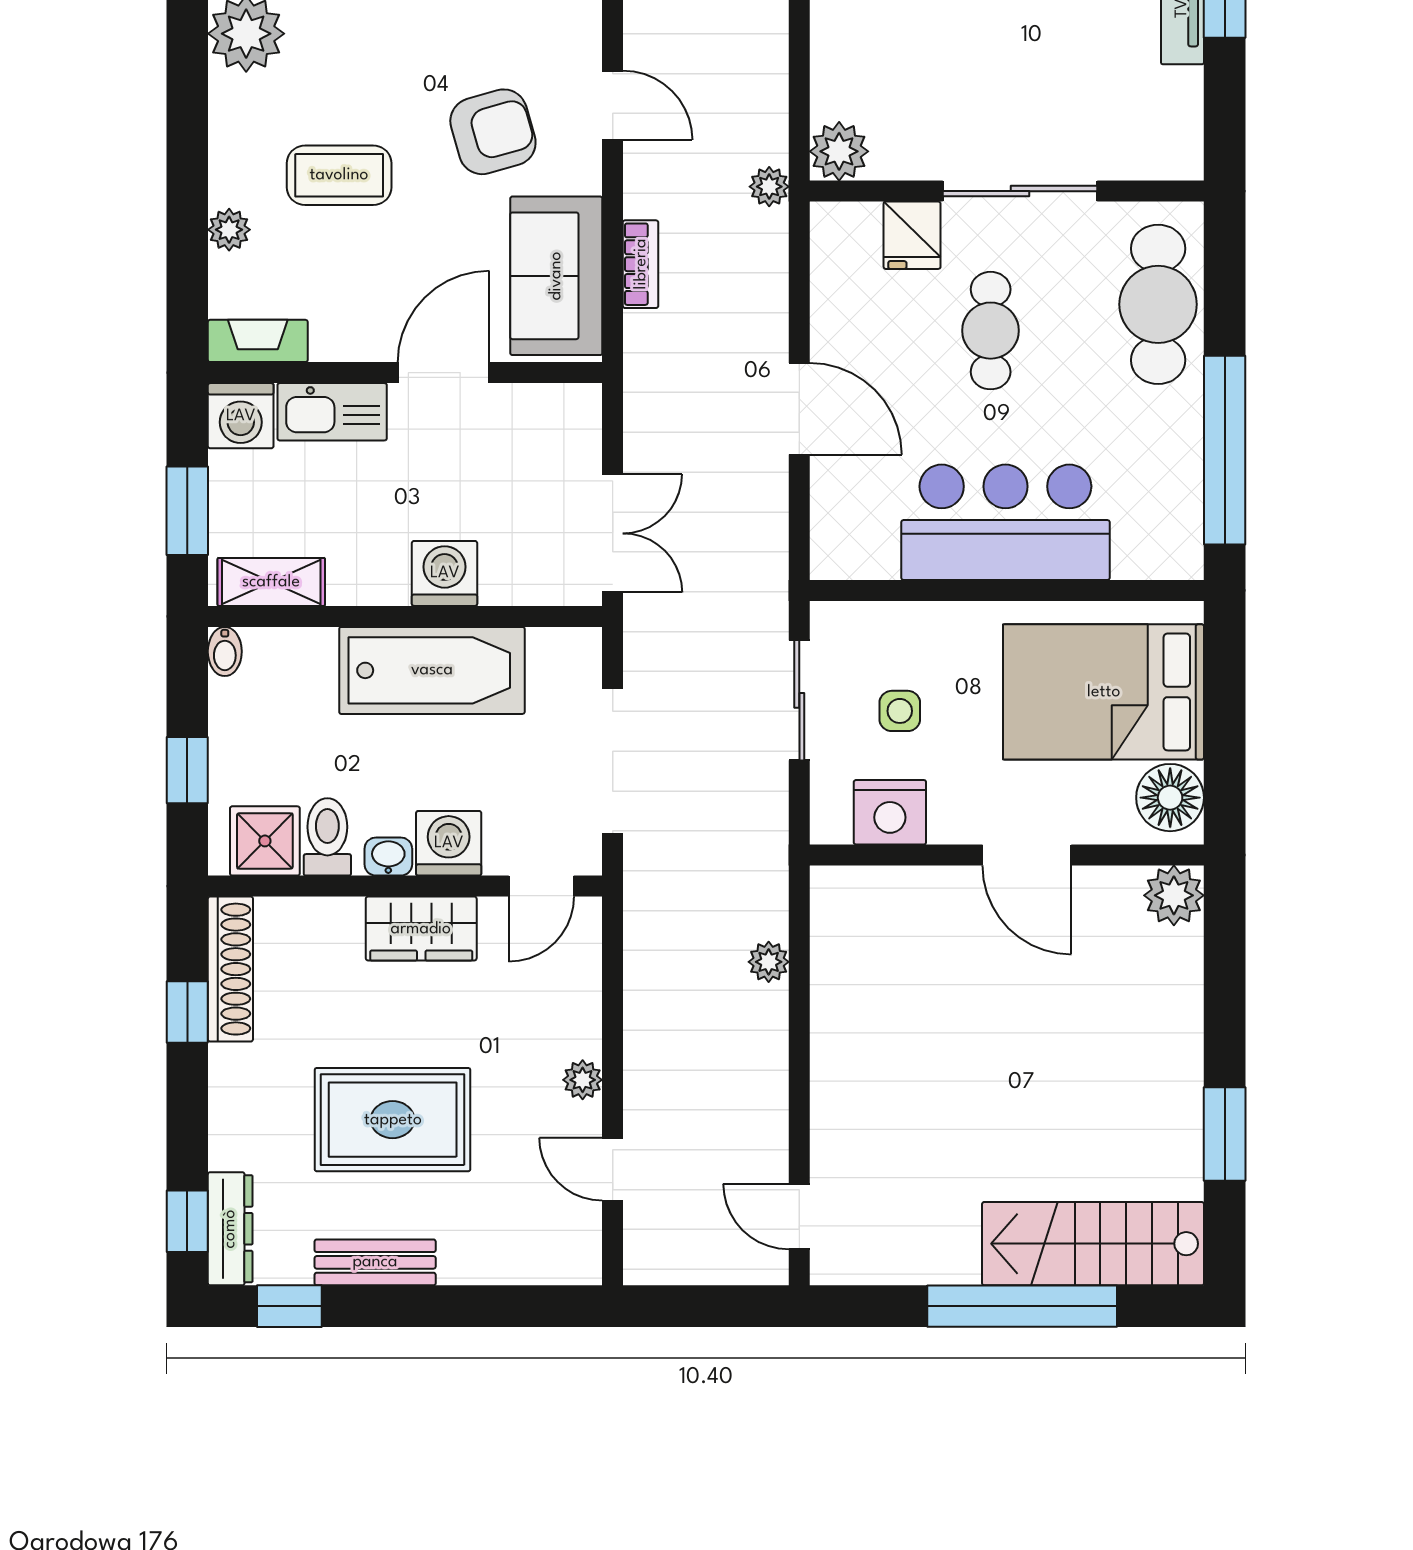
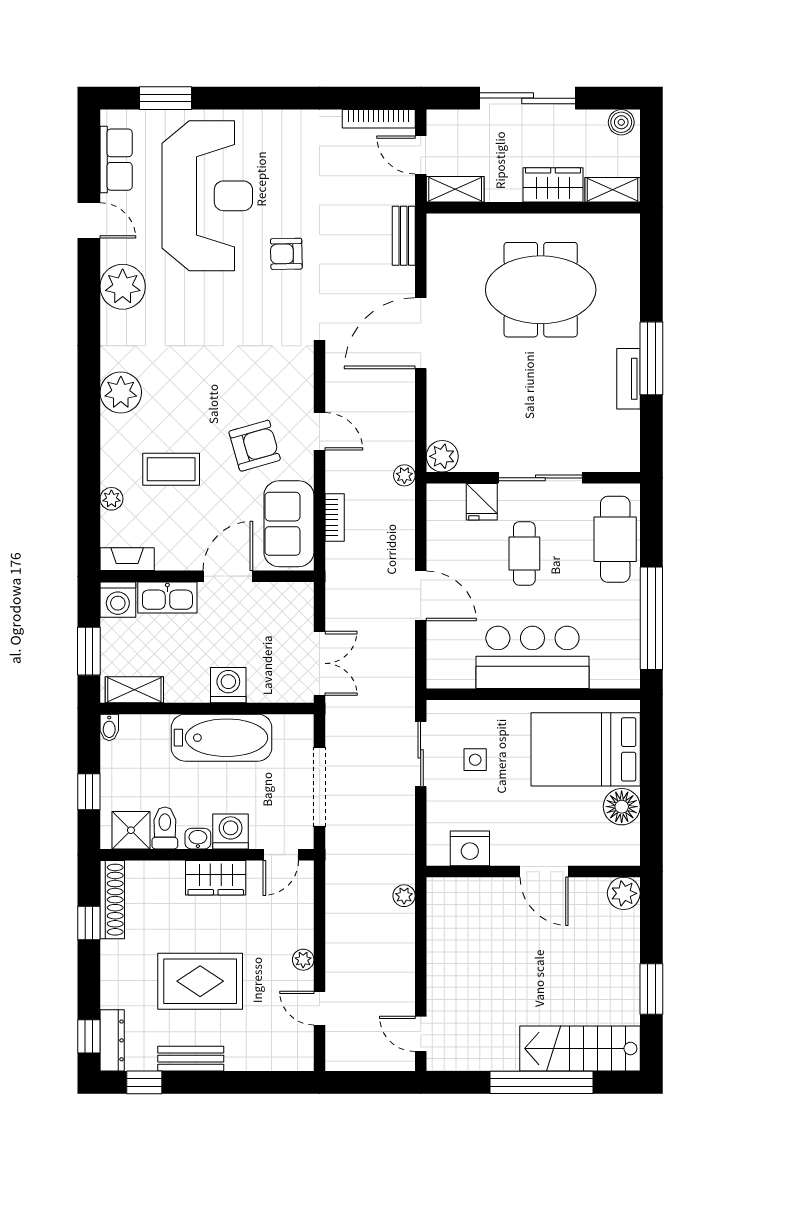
nightstand: (890, 812) -> (470, 848), moved
wall: (1007, 855) -> (533, 872), moved
door: (1027, 855) -> (544, 872), moved
plant: (1174, 895) -> (624, 893), moved

